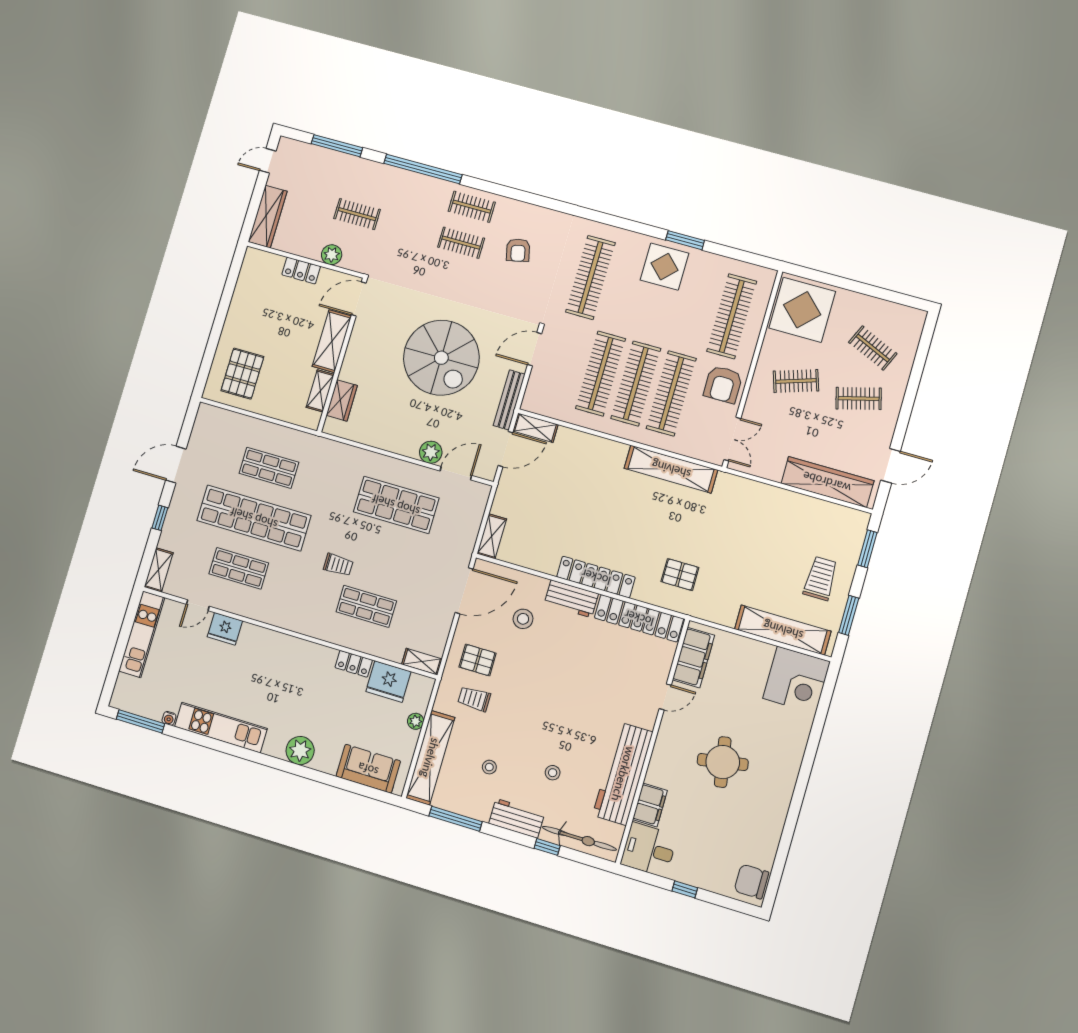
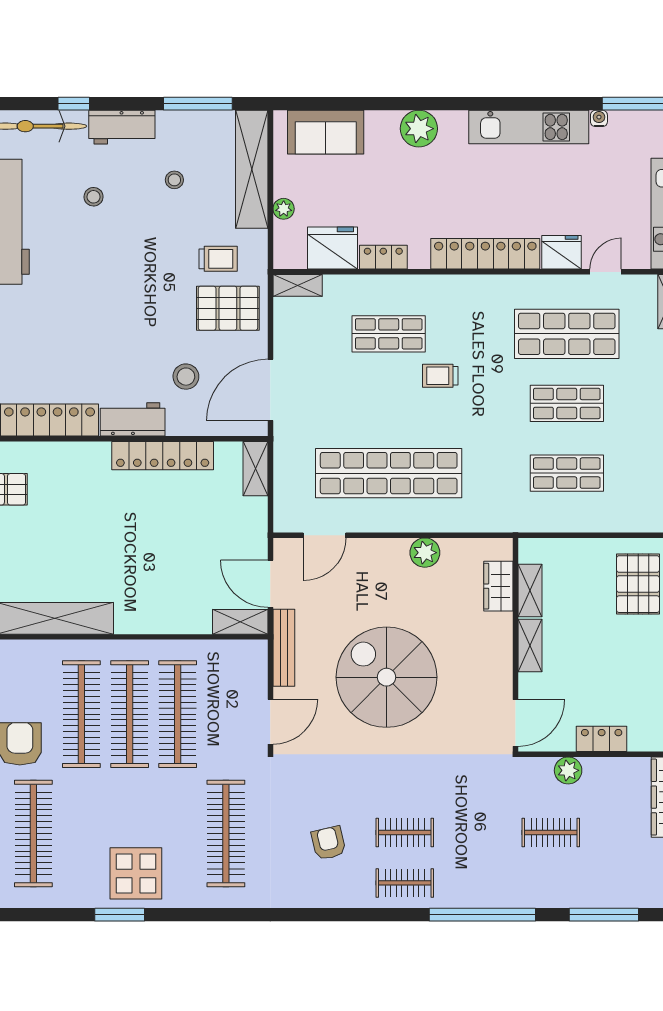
shelving: (332, 341) -> (530, 645), width x0.67, depth x0.75
door: (505, 449) -> (270, 584), hinge flipped
plant: (431, 452) -> (425, 553), moved
shop shelf: (396, 505) -> (389, 473), width x1.40
shop shelf: (254, 518) -> (567, 403), width x0.50, depth x0.74
shop shelf: (239, 568) -> (567, 334), width x1.43, depth x1.36
locker: (596, 577) -> (163, 456), moved
locker: (280, 644) -> (485, 254), added
pallet: (478, 660) -> (228, 308), width x1.50, depth x1.42

